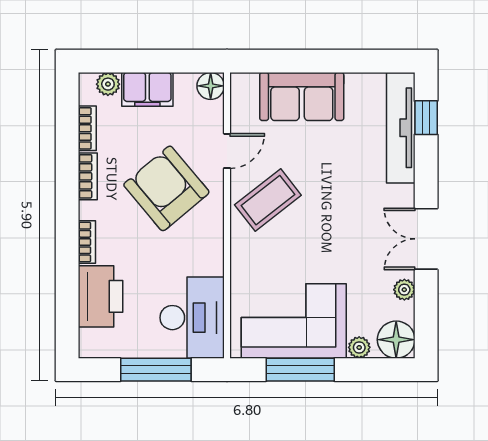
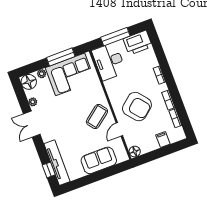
plant: (108, 84) -> (174, 138), removed
filing cabinet: (147, 89) -> (163, 140), width x0.50
double door: (426, 239) -> (32, 124), swing flipped
printer: (100, 296) -> (138, 43), moved, turned -90

